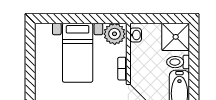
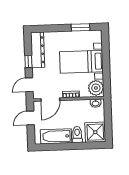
window: (30, 52) -> (81, 27), added

